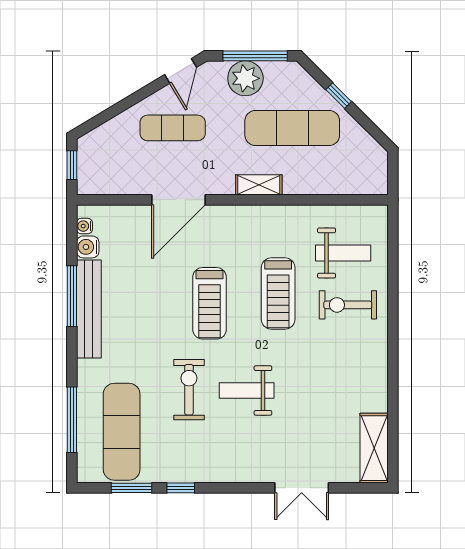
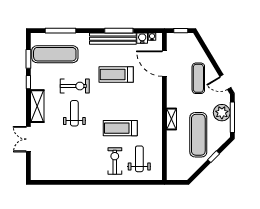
door: (178, 200) -> (164, 64), moved
weight bench: (343, 253) -> (139, 159), turned 180
treadmill: (210, 303) -> (116, 75), moved
shelving: (374, 448) -> (37, 106), moved, turned 90

